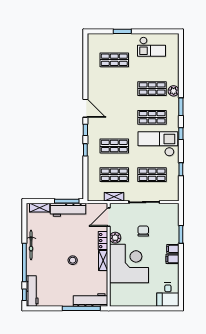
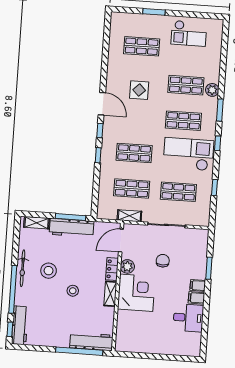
display table: (115, 95) -> (139, 90), added
stool: (52, 245) -> (49, 271), added
corner desk: (129, 263) -> (136, 293), width x0.74, depth x0.74
desk: (168, 295) -> (188, 318), moved, turned -90

